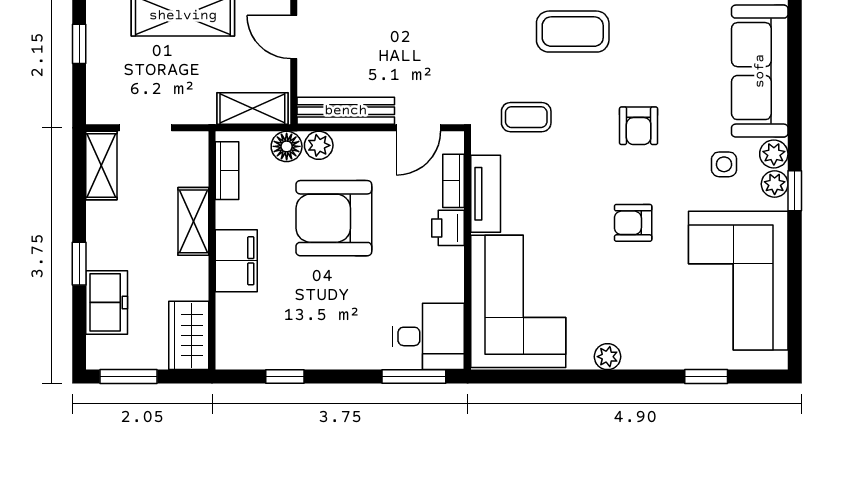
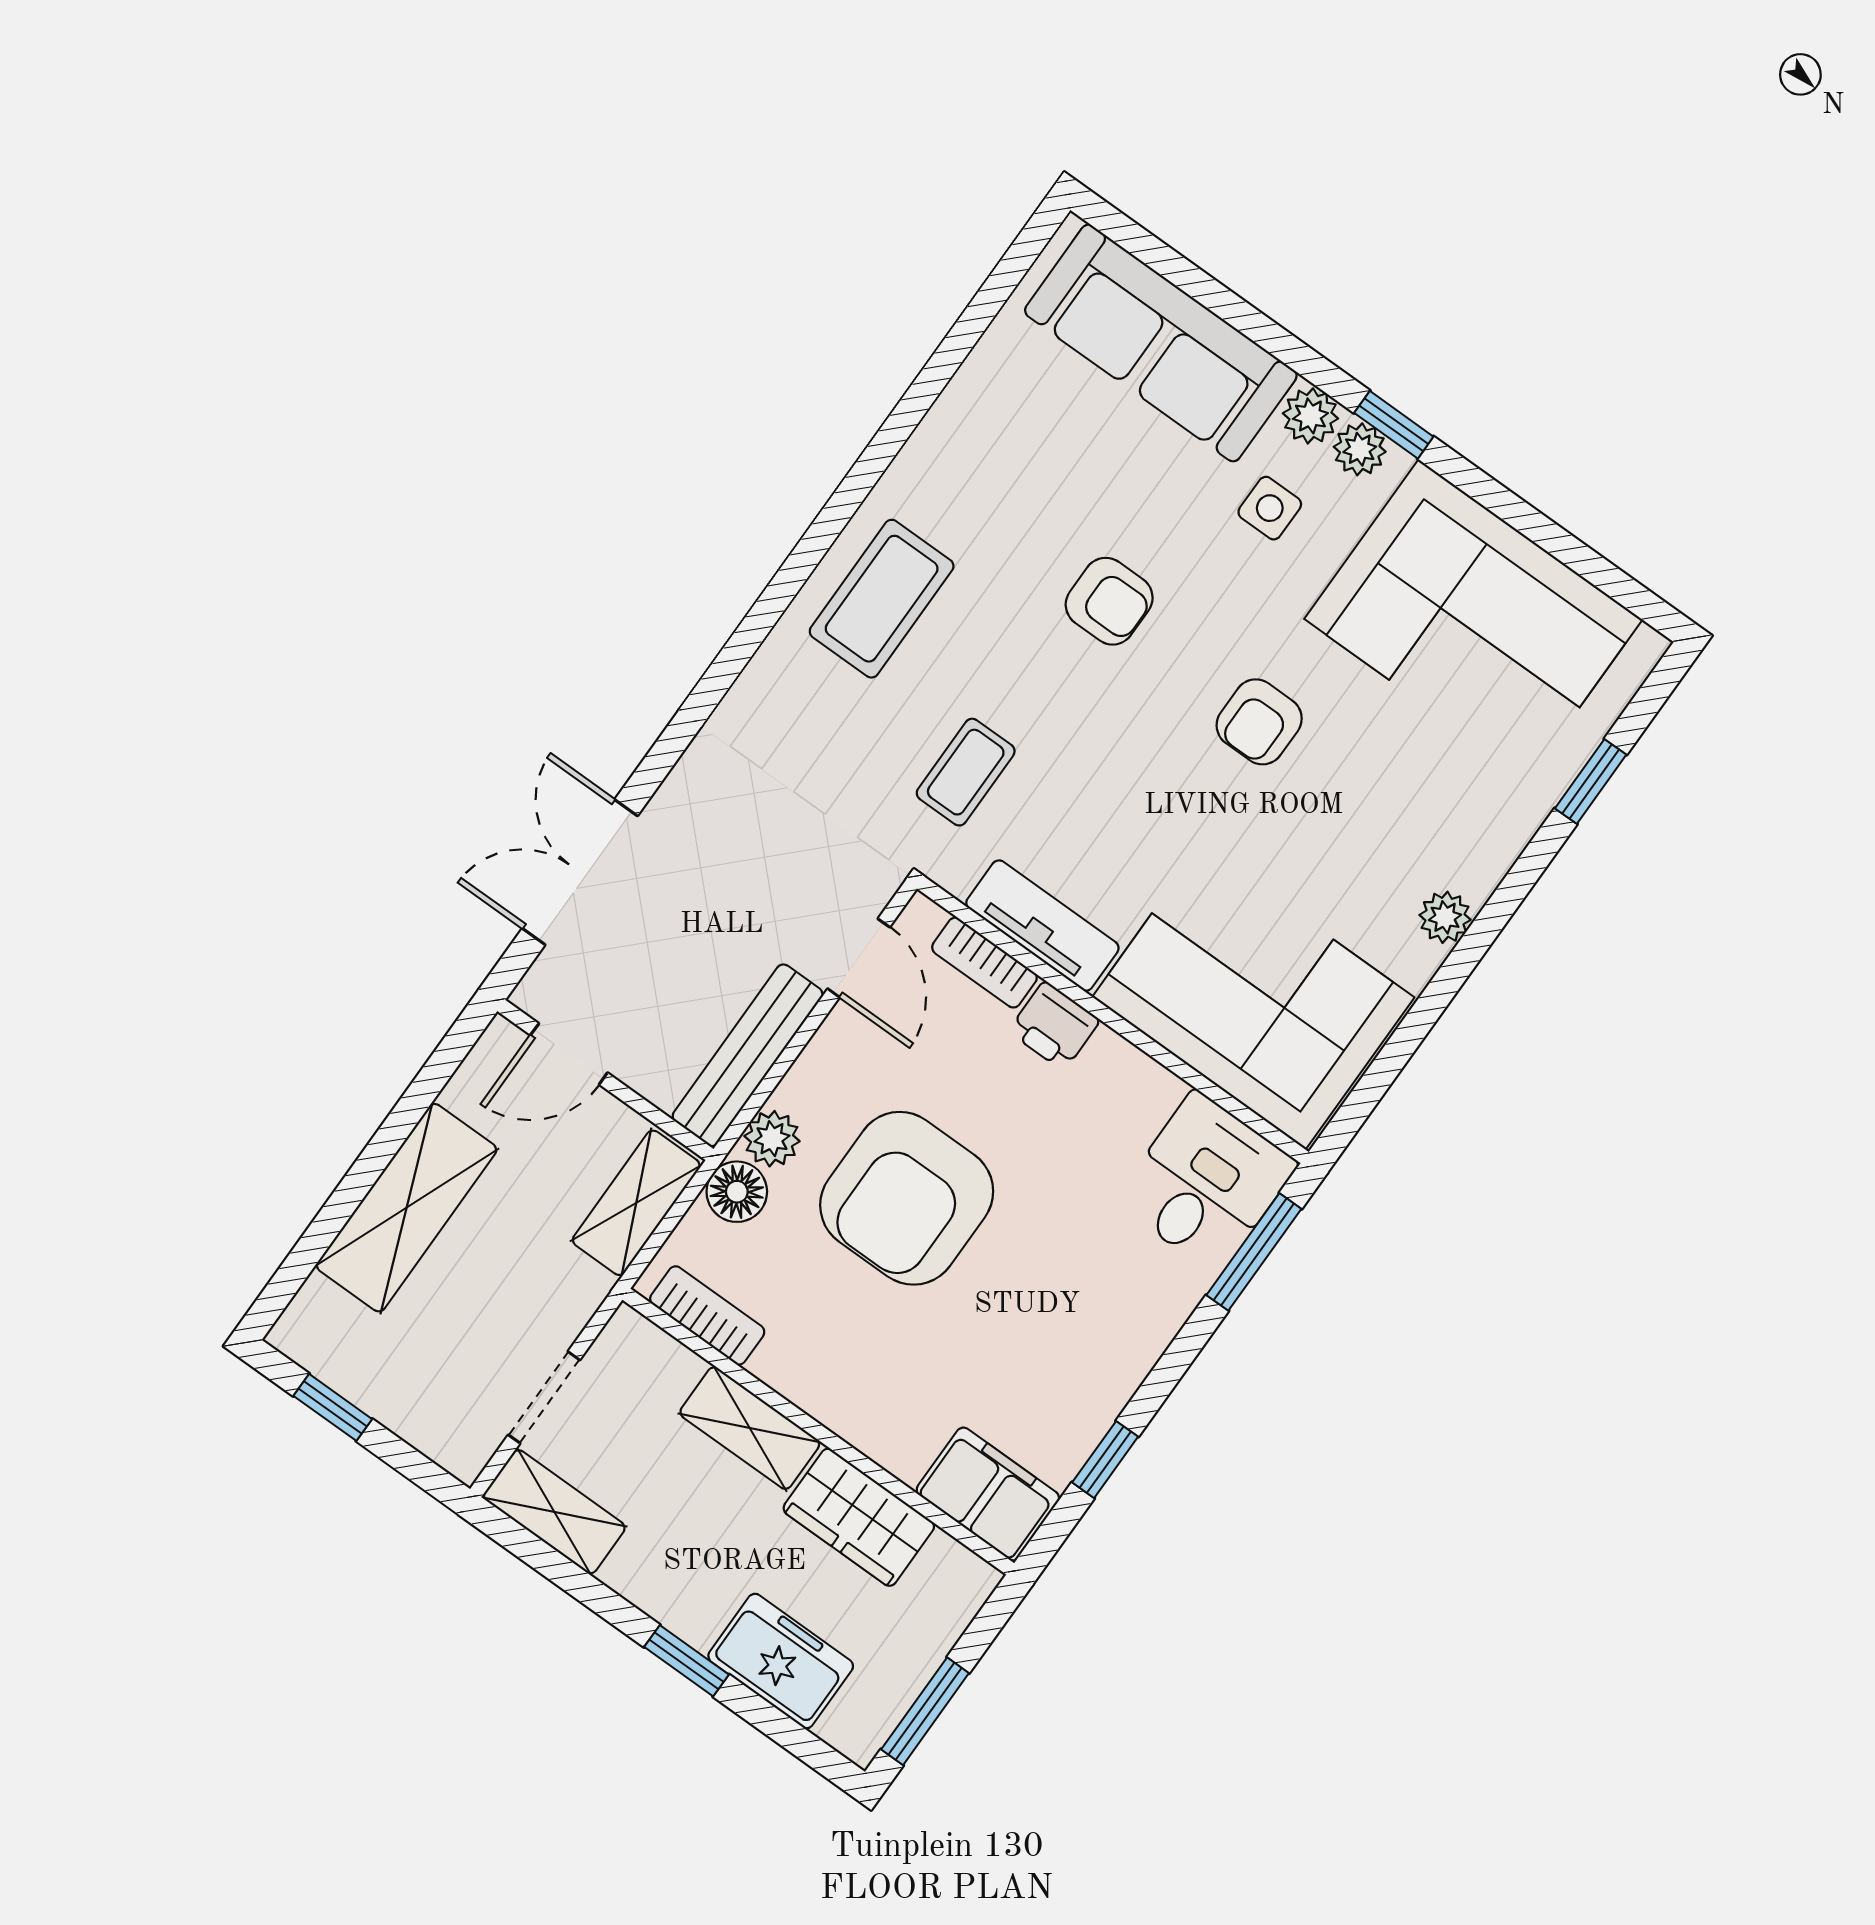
filing cabinet: (236, 261) -> (988, 1494), moved
wardrobe: (189, 335) -> (859, 1517), moved

